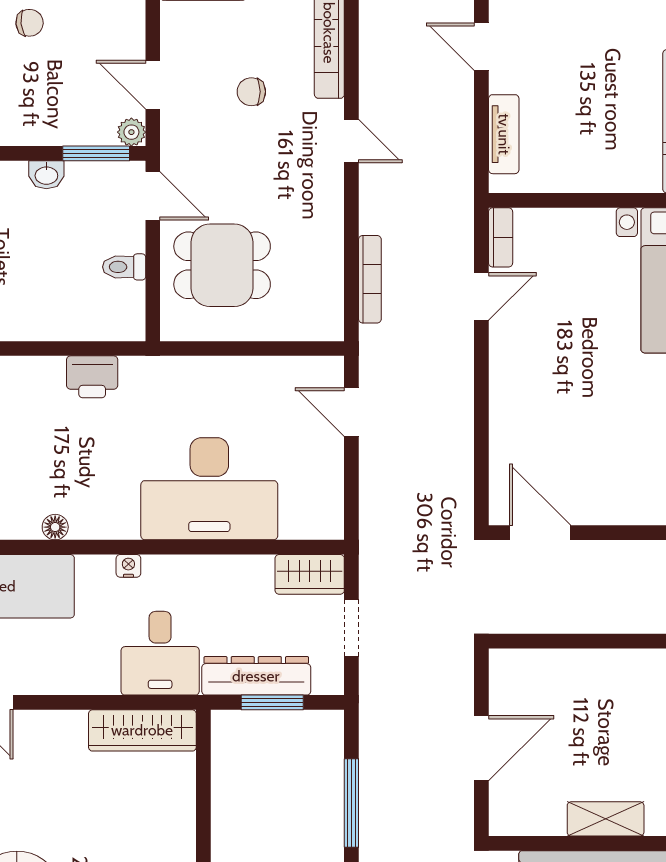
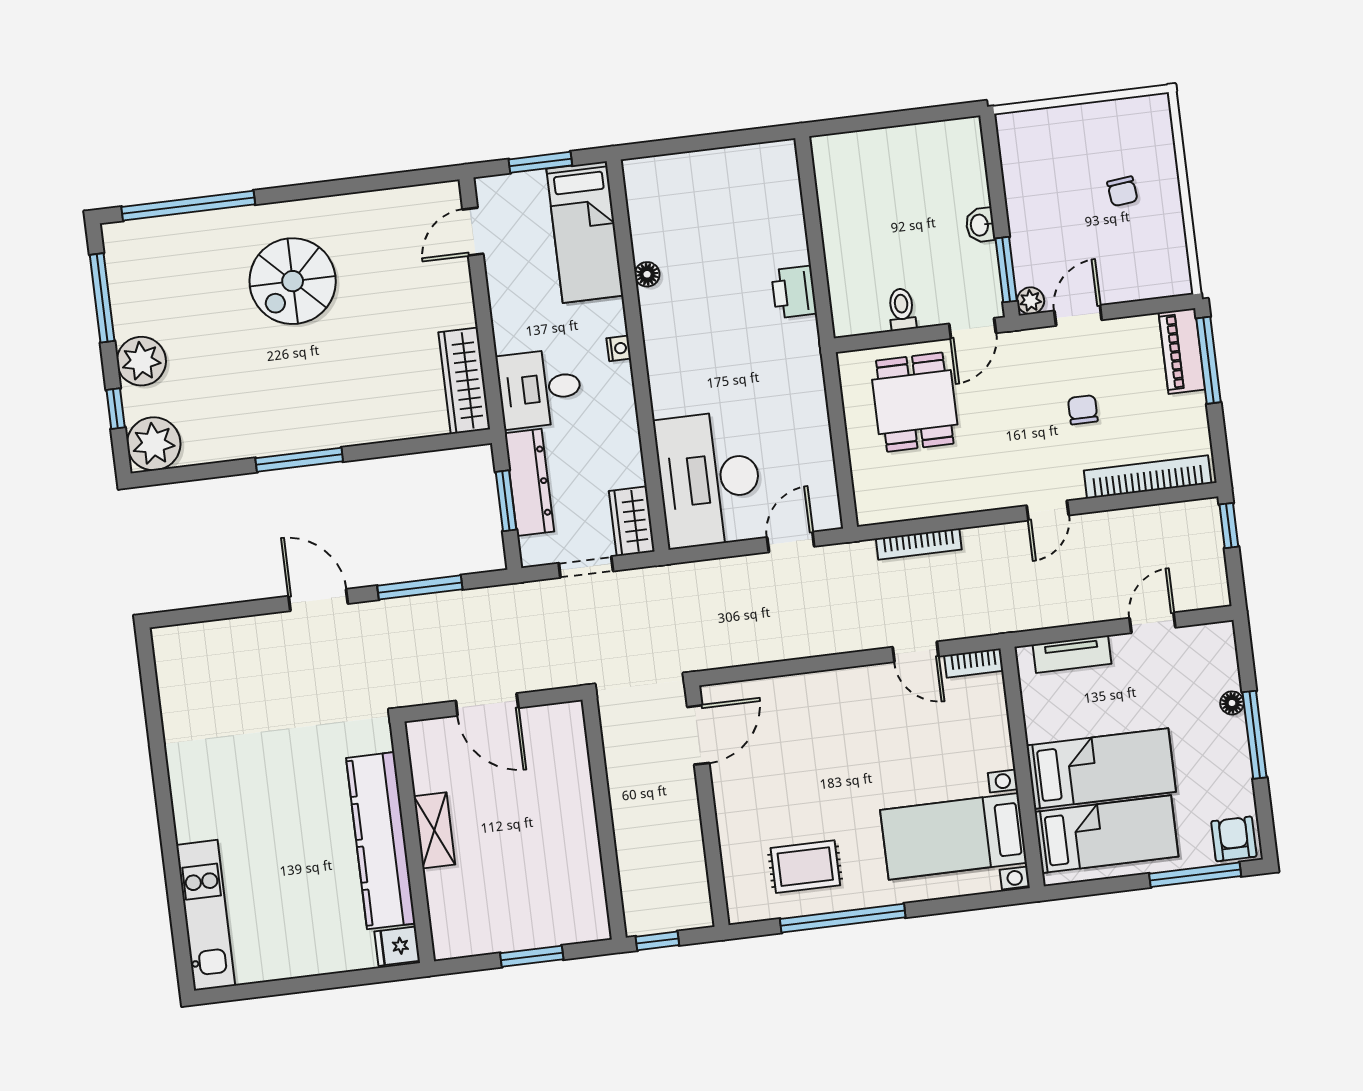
bed: (626, 118) -> (1101, 769), added
desk: (209, 489) -> (709, 479), moved

